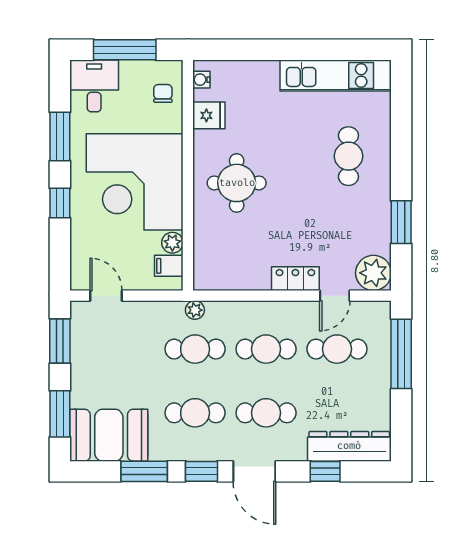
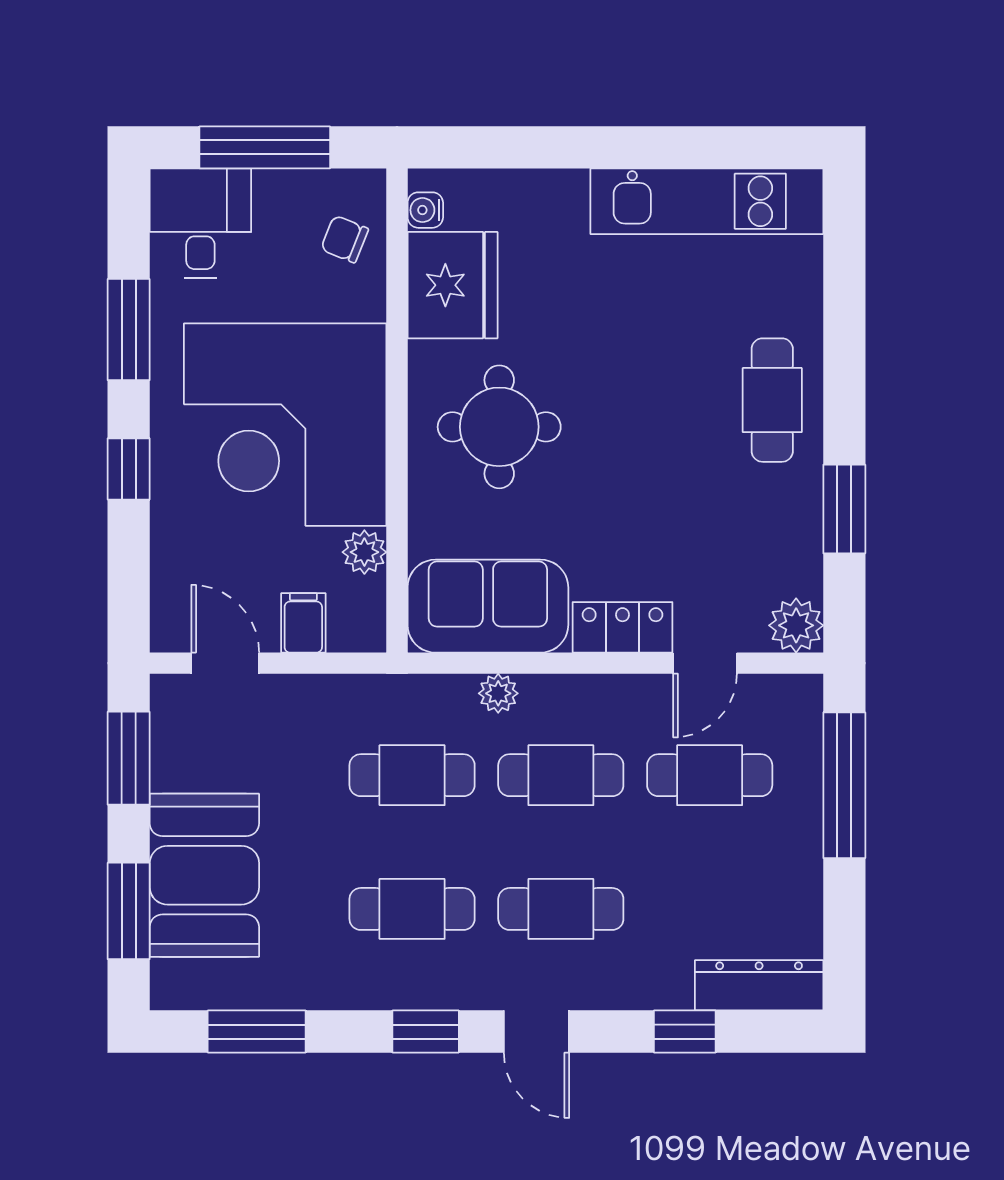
chair: (163, 93) -> (345, 239), turned -68
fridge: (209, 115) -> (453, 285), width x1.88, depth x1.34
cafe table: (348, 156) -> (772, 400), moved
filing cabinet: (169, 266) -> (303, 623), moved, turned 90
sofa: (231, 268) -> (488, 606), added
plant: (373, 273) -> (796, 625), width x0.73, depth x0.73
plant: (195, 310) -> (498, 693), moved
booth: (109, 435) -> (204, 875), moved, turned 90
dresser: (349, 446) -> (759, 985), width x0.73, depth x0.80
window: (144, 471) -> (257, 1032), moved
door: (254, 471) -> (536, 1032), width x0.73

